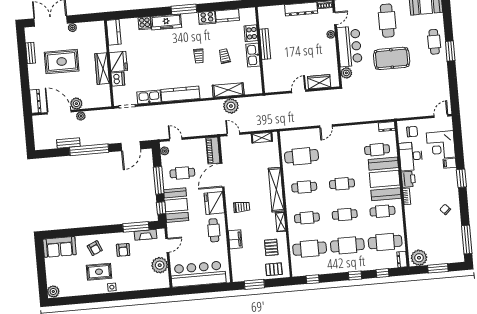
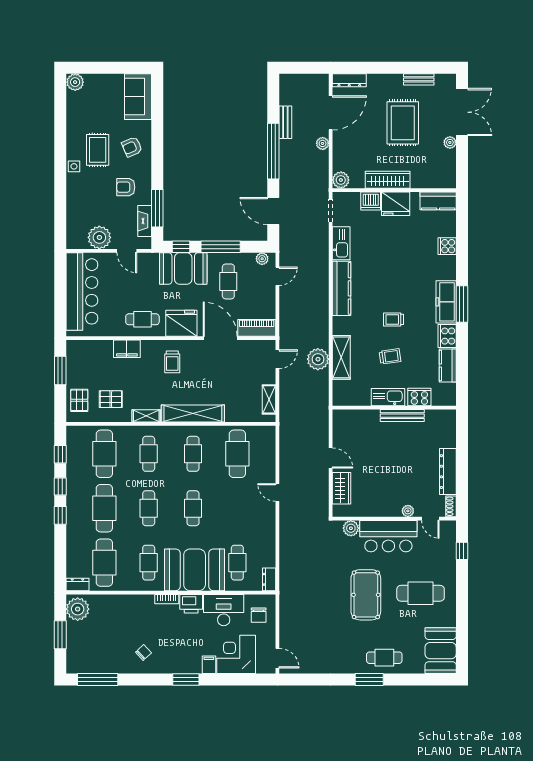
freezer: (166, 22) -> (446, 302), moved
plant: (76, 104) -> (341, 180), moved
window: (382, 273) -> (60, 487), moved

